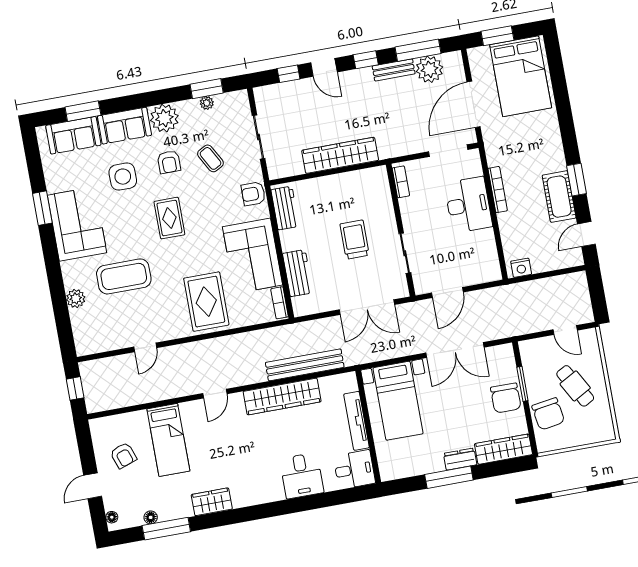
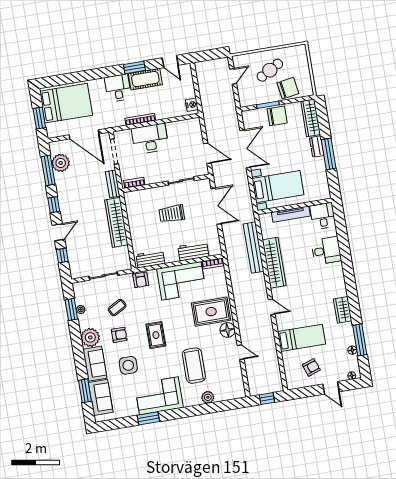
bench: (394, 70) -> (113, 184), moved
desk: (545, 155) -> (118, 88), added
rug: (169, 218) -> (156, 335), turned 90
floor lamp: (179, 327) -> (228, 330), added

